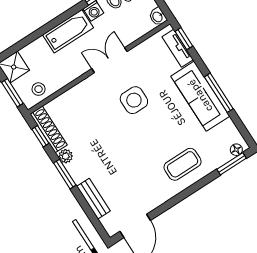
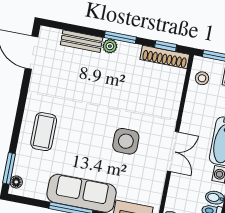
plant: (66, 156) -> (110, 46), moved

